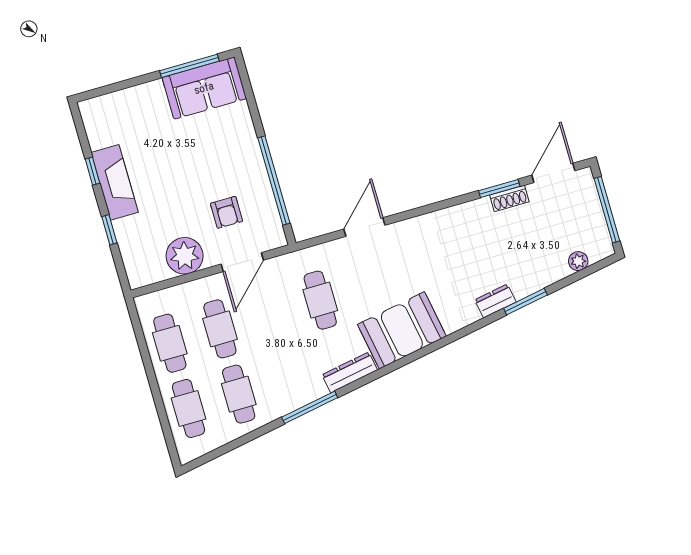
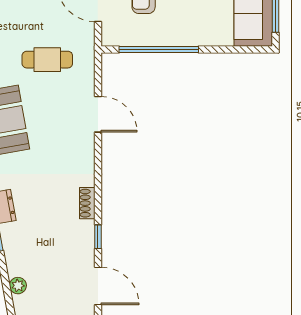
window: (499, 188) -> (98, 237), width x0.67
shoe rack: (509, 198) -> (87, 203), moved

